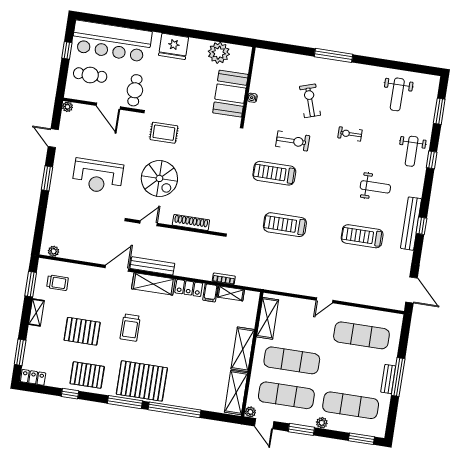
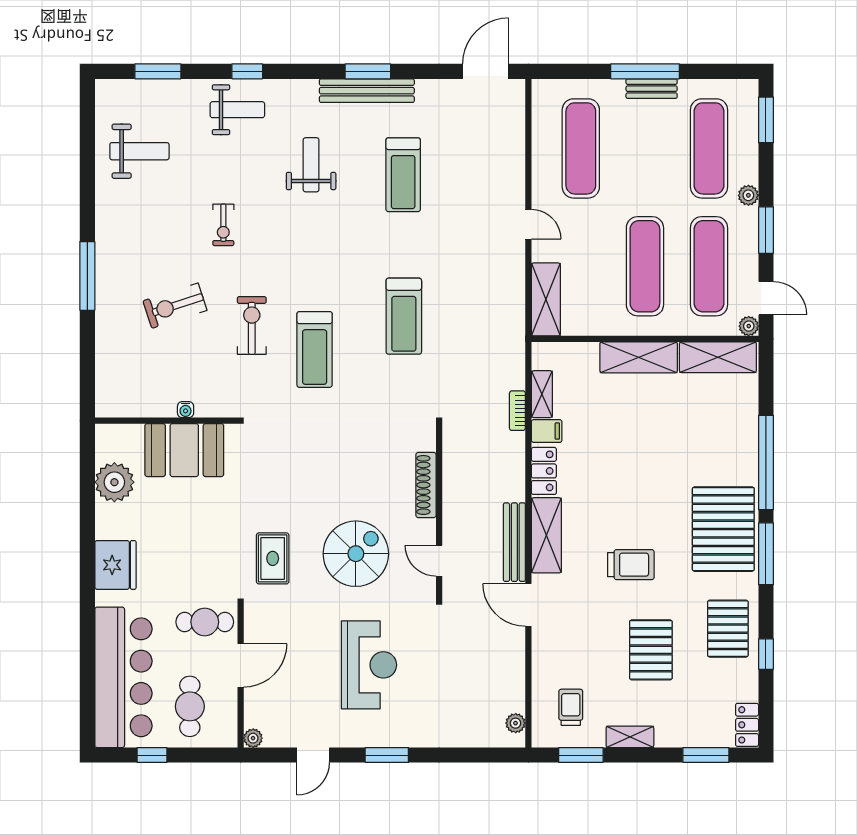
window: (421, 226) -> (368, 71), width x1.50
shelving: (268, 318) -> (546, 299), moved, turned 90
door: (264, 424) -> (766, 298), hinge flipped

